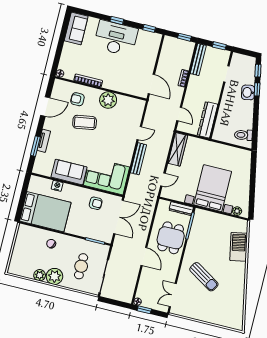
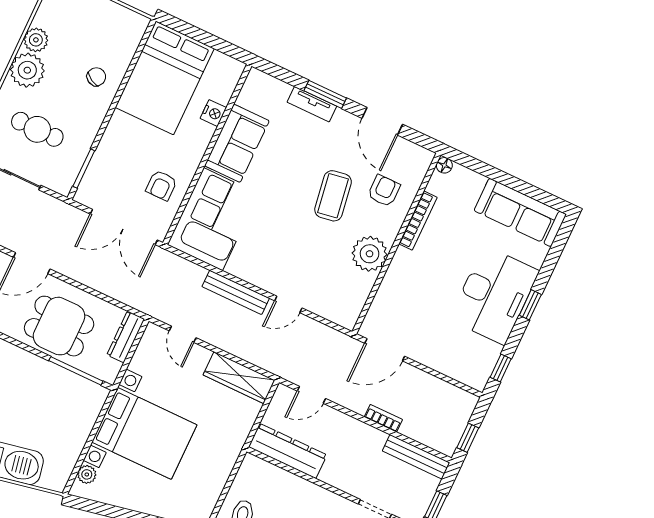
sofa: (76, 29) -> (520, 212), width x1.36
door: (139, 133) -> (288, 304), hinge flipped
window: (35, 146) -> (325, 94), moved
dresser: (181, 209) -> (126, 337), moved

